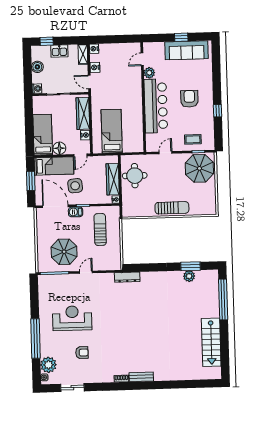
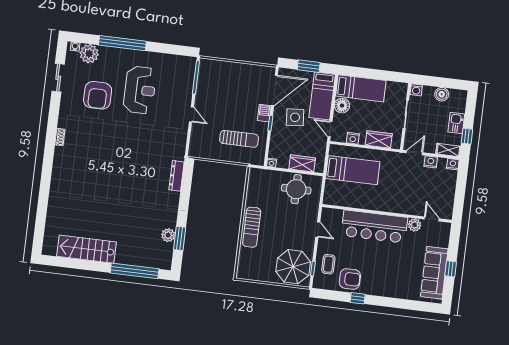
window: (47, 41) -> (467, 136), moved
armchair: (189, 99) -> (350, 279), moved
wardrobe: (83, 113) -> (379, 139), width x0.67
wardrobe: (113, 179) -> (302, 163), width x0.67
parasol: (64, 252) -> (219, 92), removed
dresser: (127, 277) -> (176, 176), moved
armchair: (82, 353) -> (98, 95), width x1.88, depth x1.88
bench: (141, 377) -> (58, 161), removed

